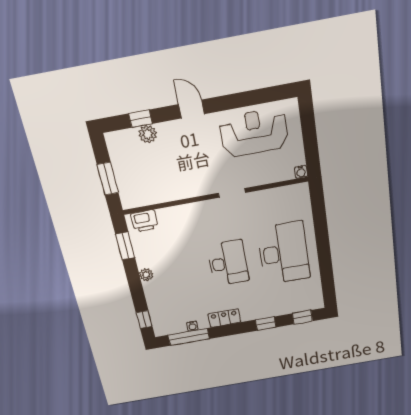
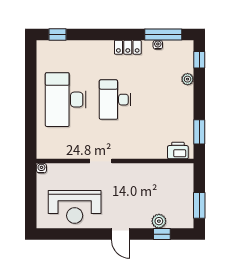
window: (108, 179) -> (199, 205), moved
plant: (146, 275) -> (188, 79), moved
window: (266, 324) -> (92, 34), removed

